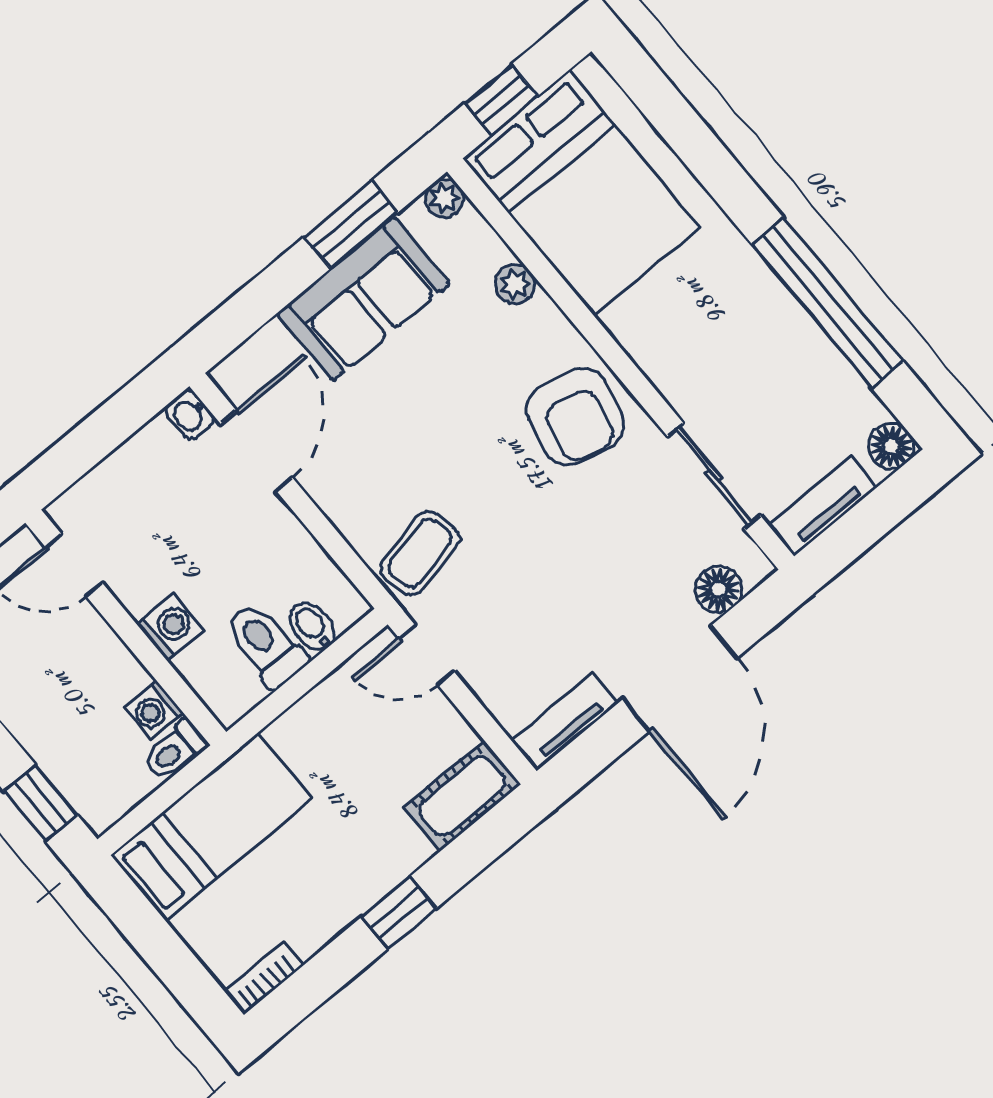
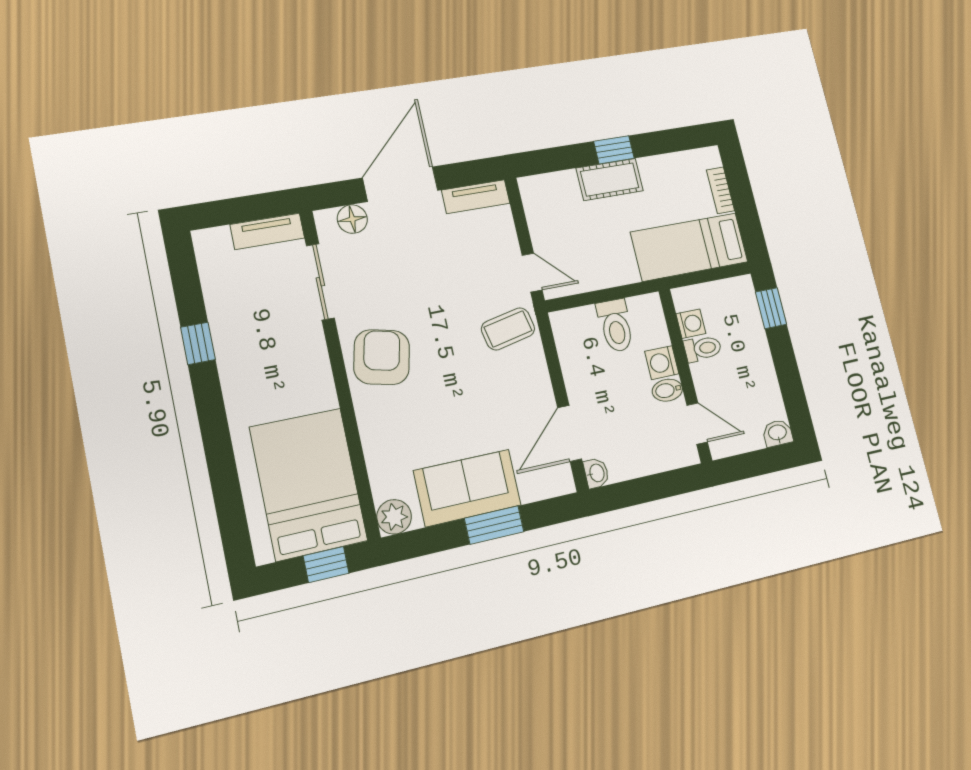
plant: (444, 198) -> (394, 517), width x1.38, depth x1.38
window: (351, 225) -> (494, 525), moved
plant: (515, 284) -> (376, 451), removed
window: (827, 303) -> (198, 343), width x0.32
floor lamp: (891, 446) -> (208, 243), removed
bidet: (312, 626) -> (667, 390), moved, turned 90
toilet: (175, 750) -> (703, 349), moved
cot: (462, 796) -> (610, 179), moved
bookcase: (264, 978) -> (720, 190), moved, turned 90

